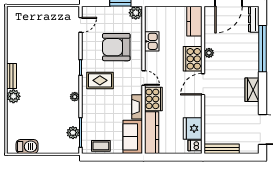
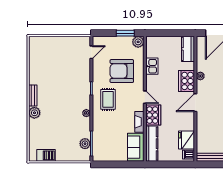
rug: (100, 80) -> (108, 99), turned 90
coffee table: (101, 146) -> (109, 155), removed

